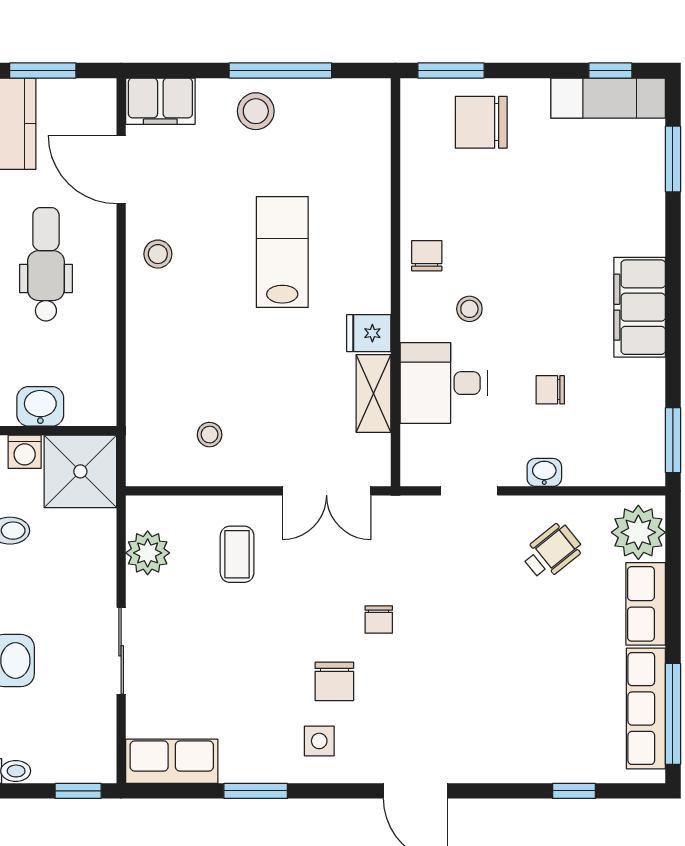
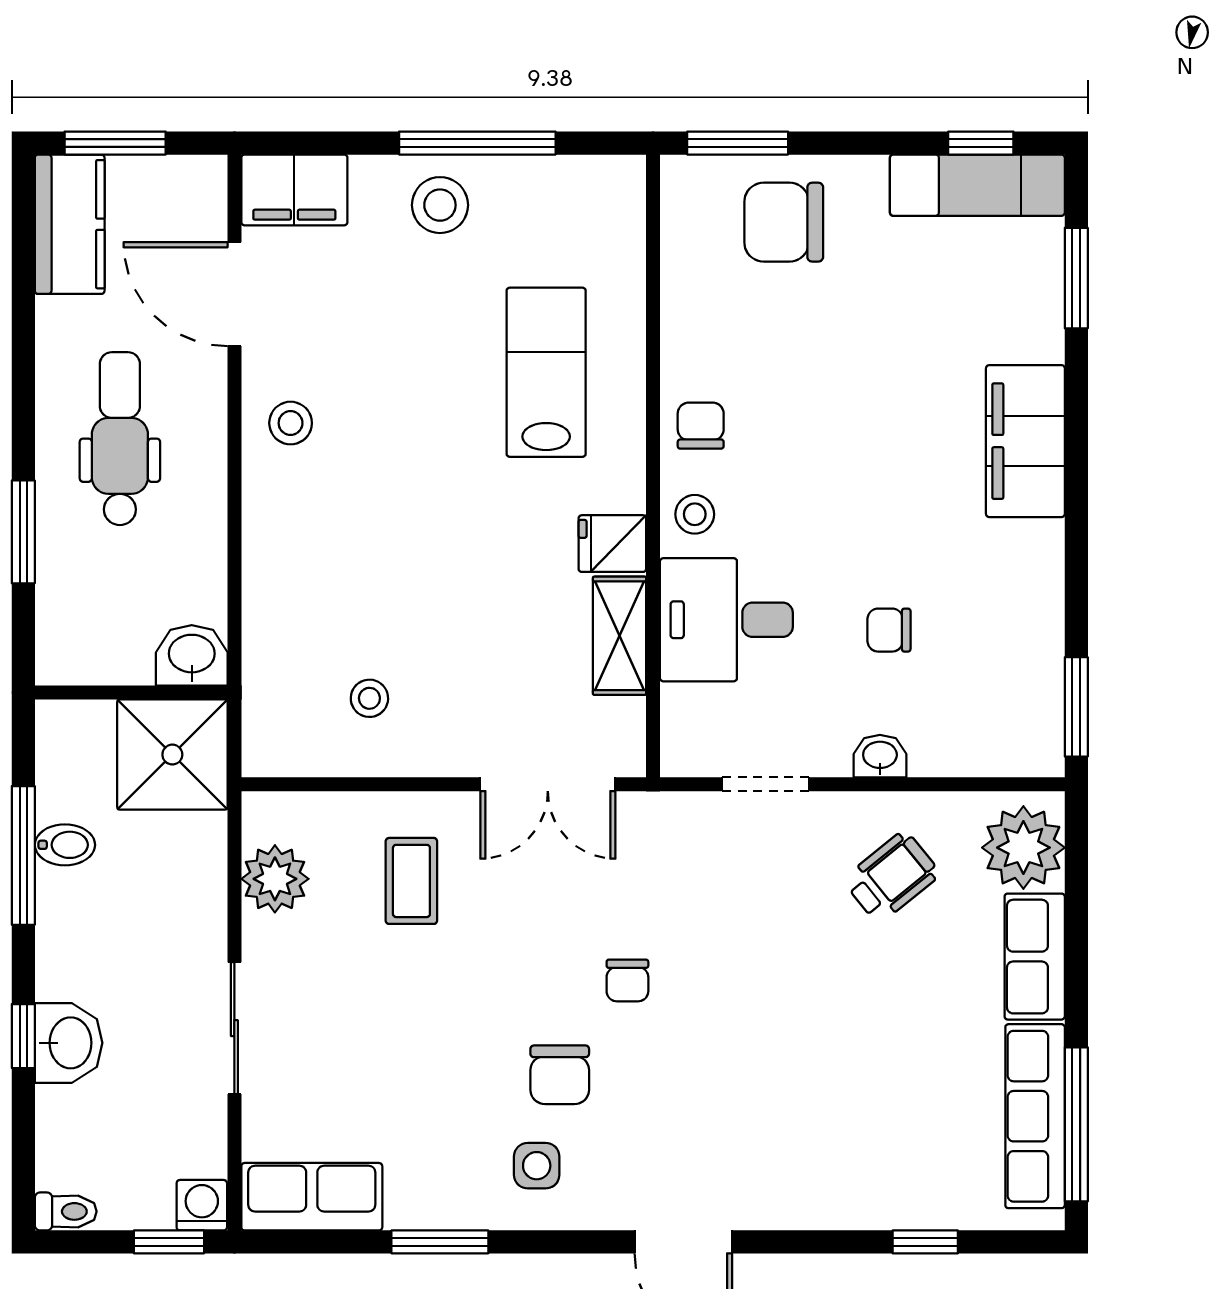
lab bench: (282, 252) -> (546, 372), moved
filing cabinet: (640, 307) -> (1025, 441), moved
stool: (469, 309) -> (695, 514), moved
washbasin: (40, 406) -> (192, 655), moved
washing machine: (25, 452) -> (202, 1205), moved, turned 180

